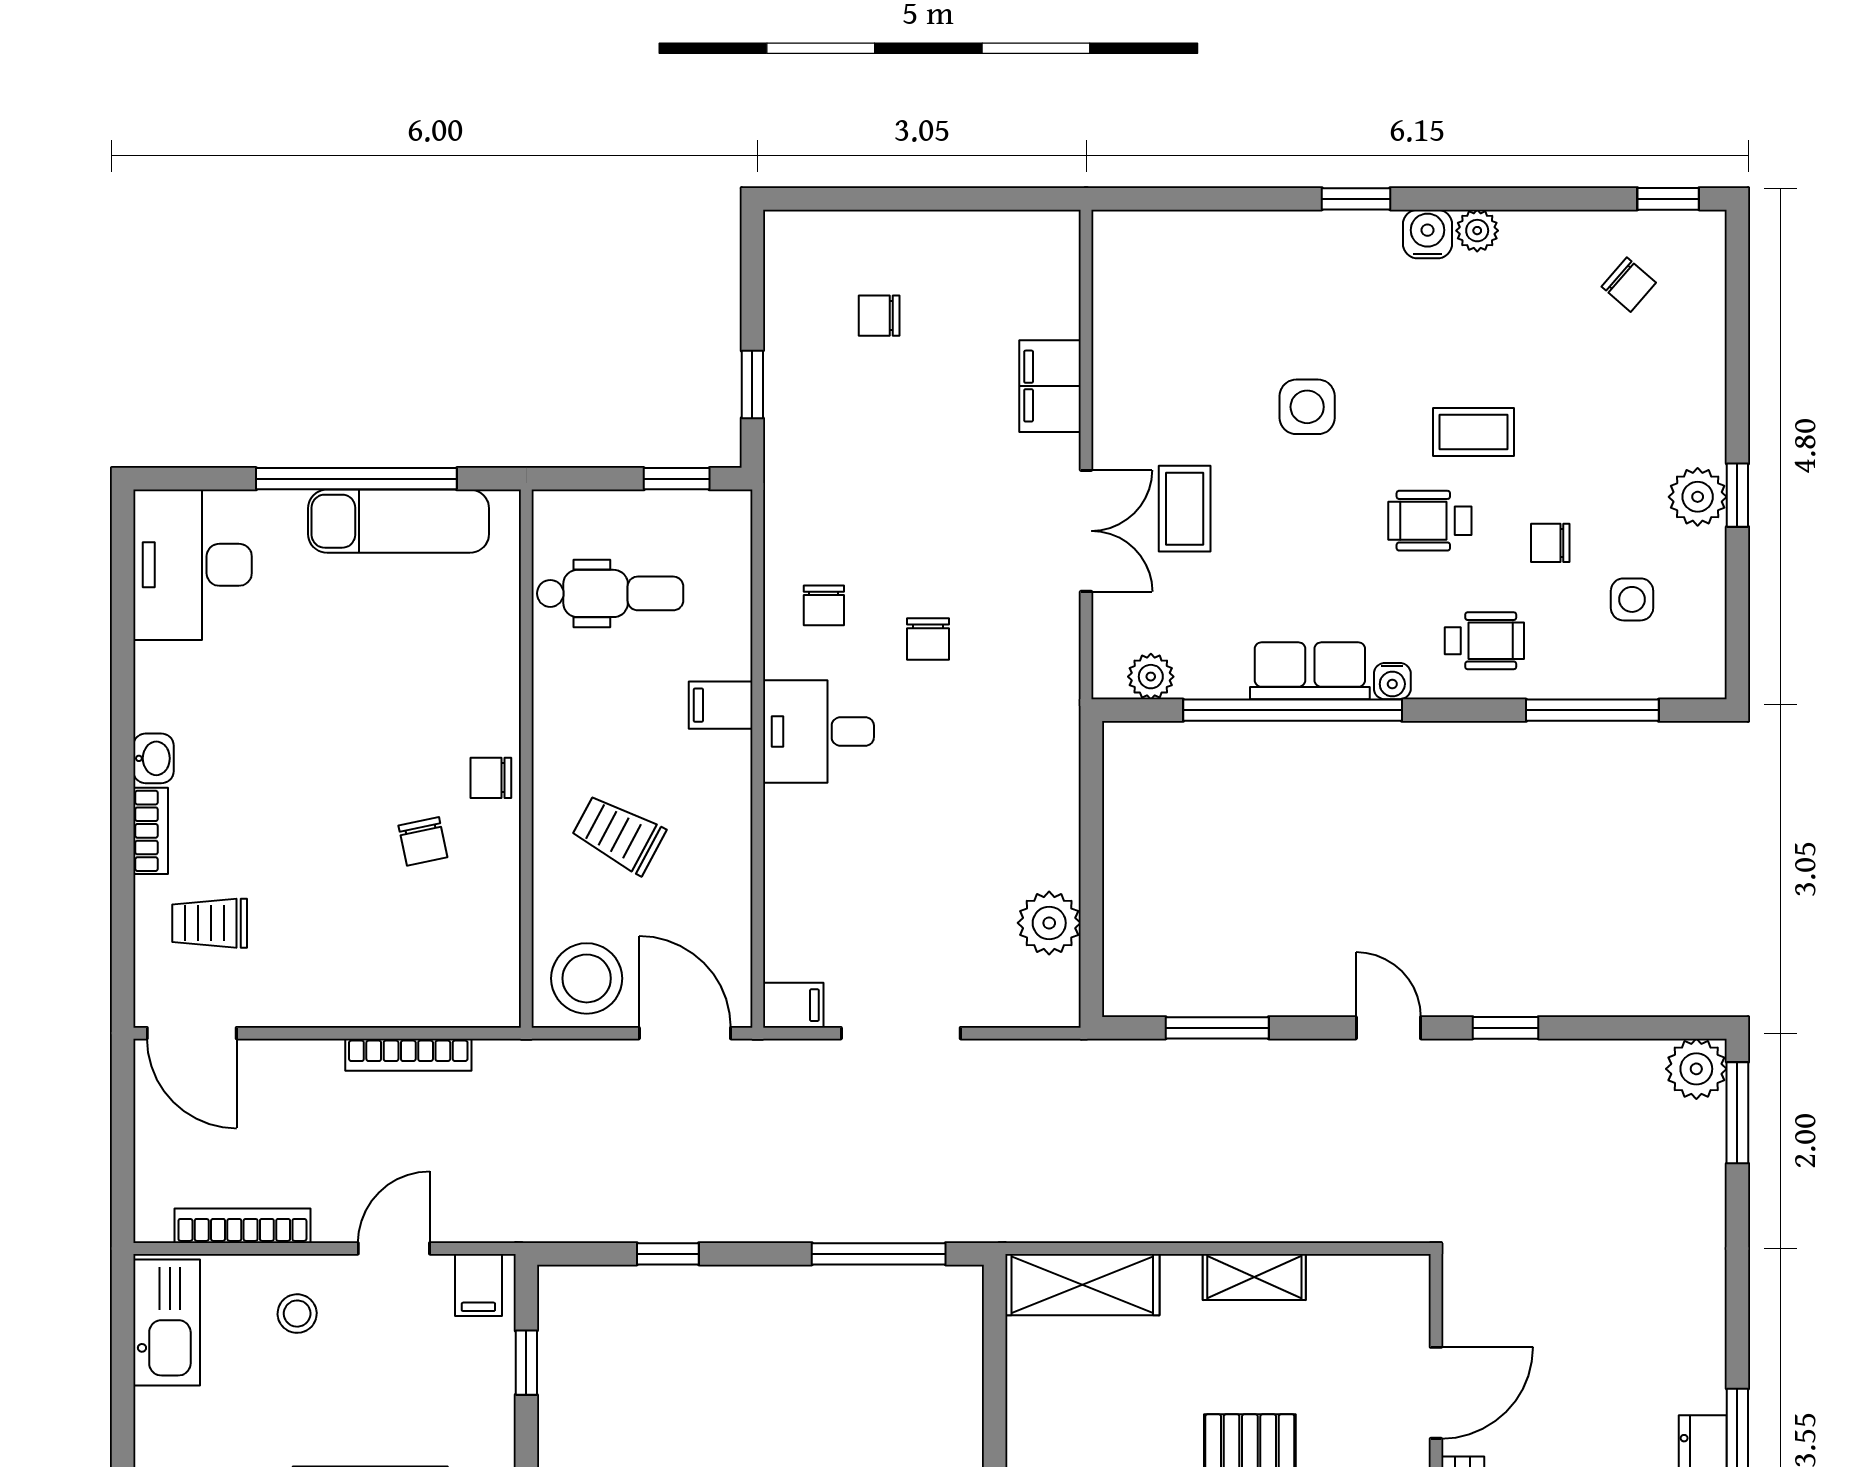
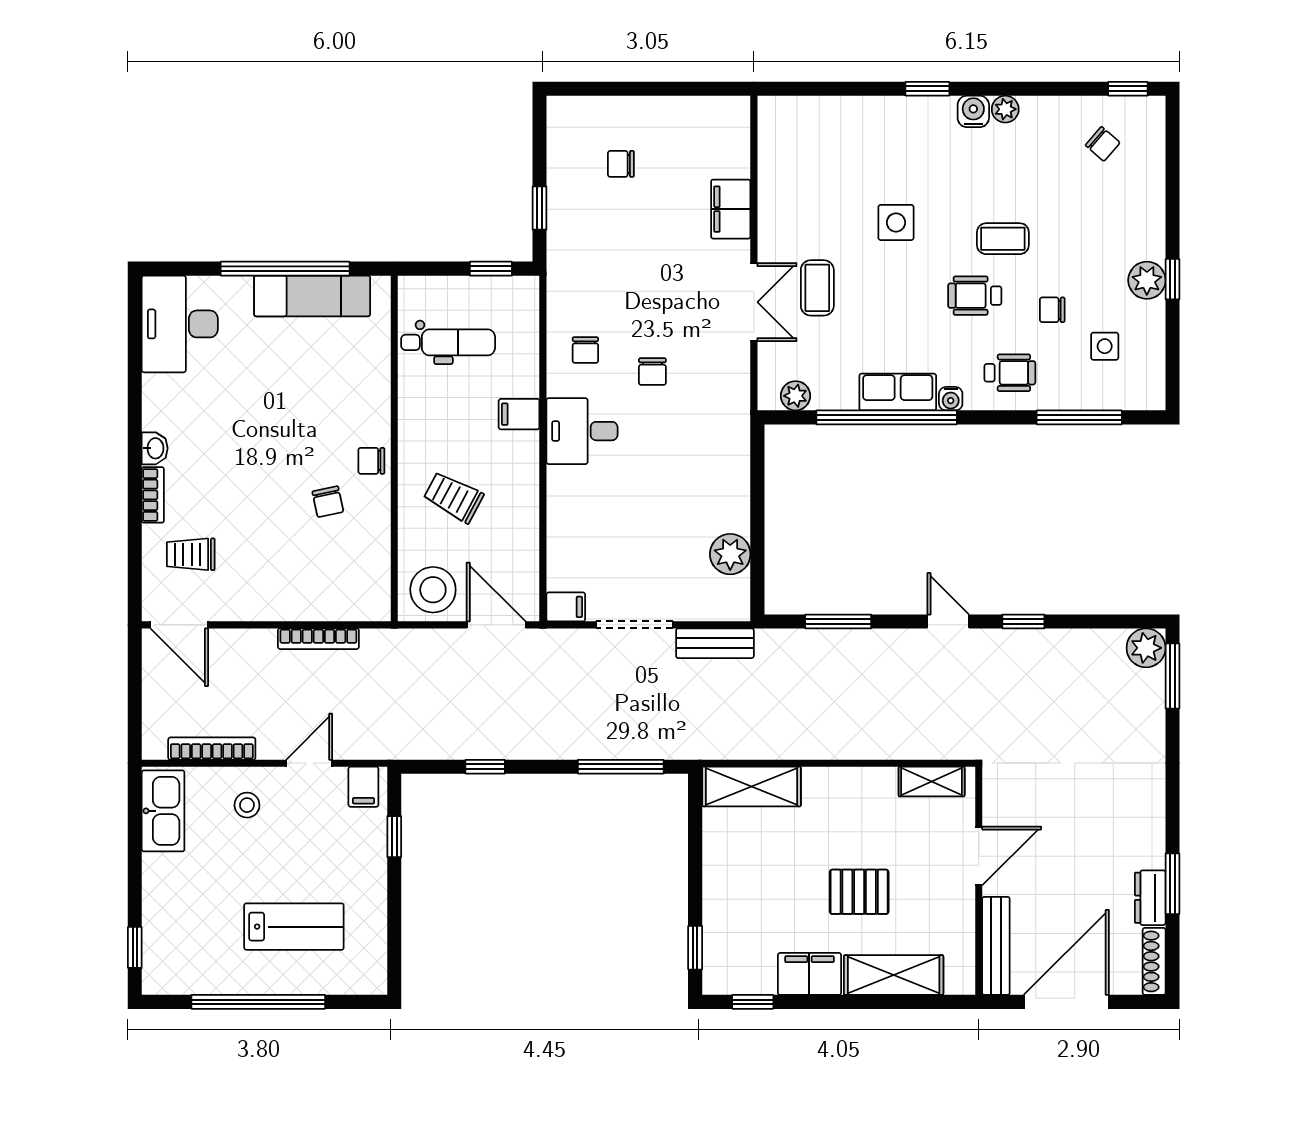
bench: (1025, 1062) -> (715, 643), added
shelving: (1254, 1277) -> (932, 782), moved

